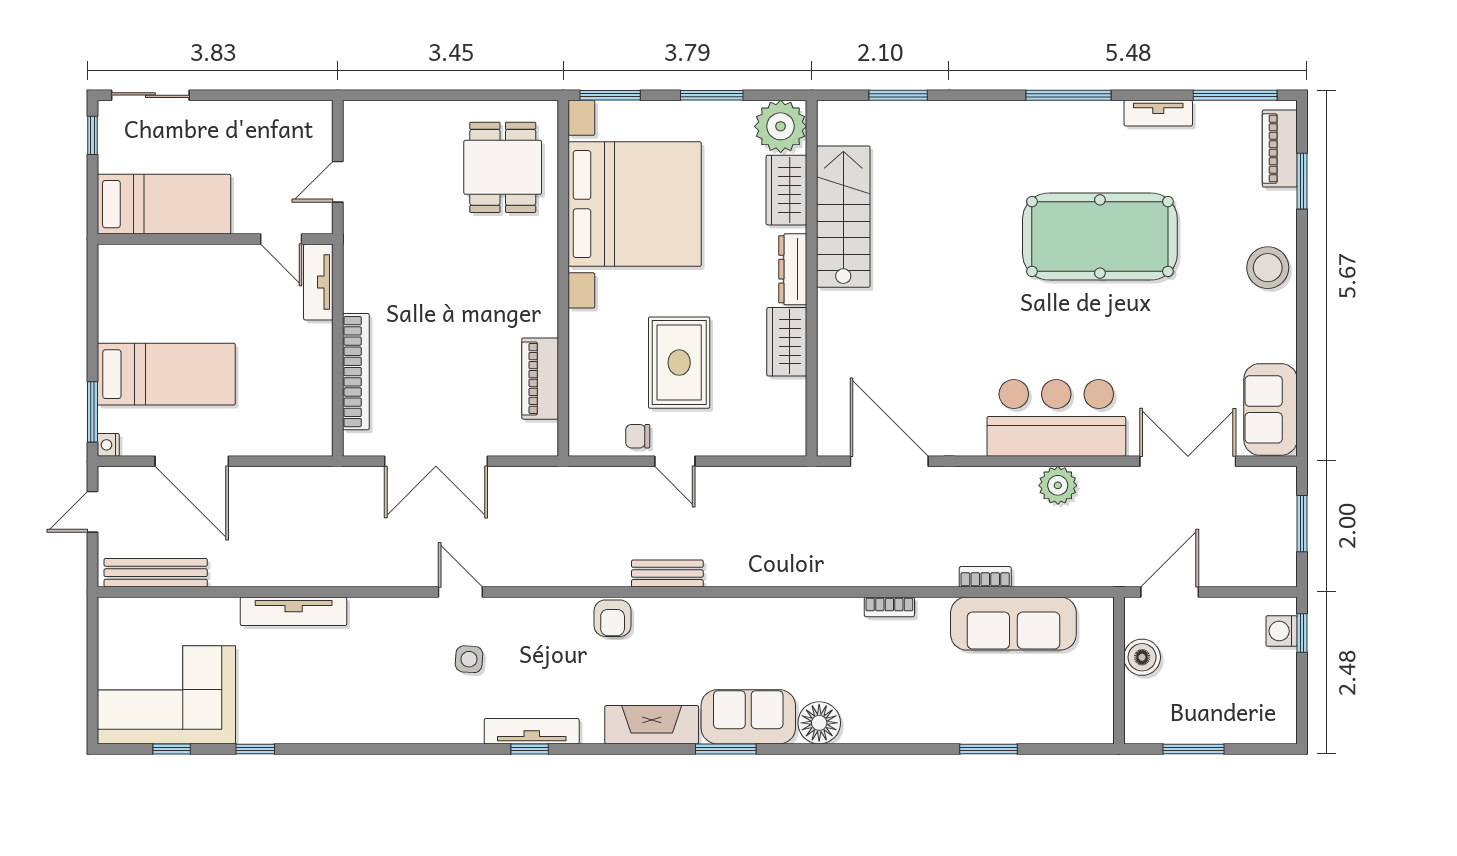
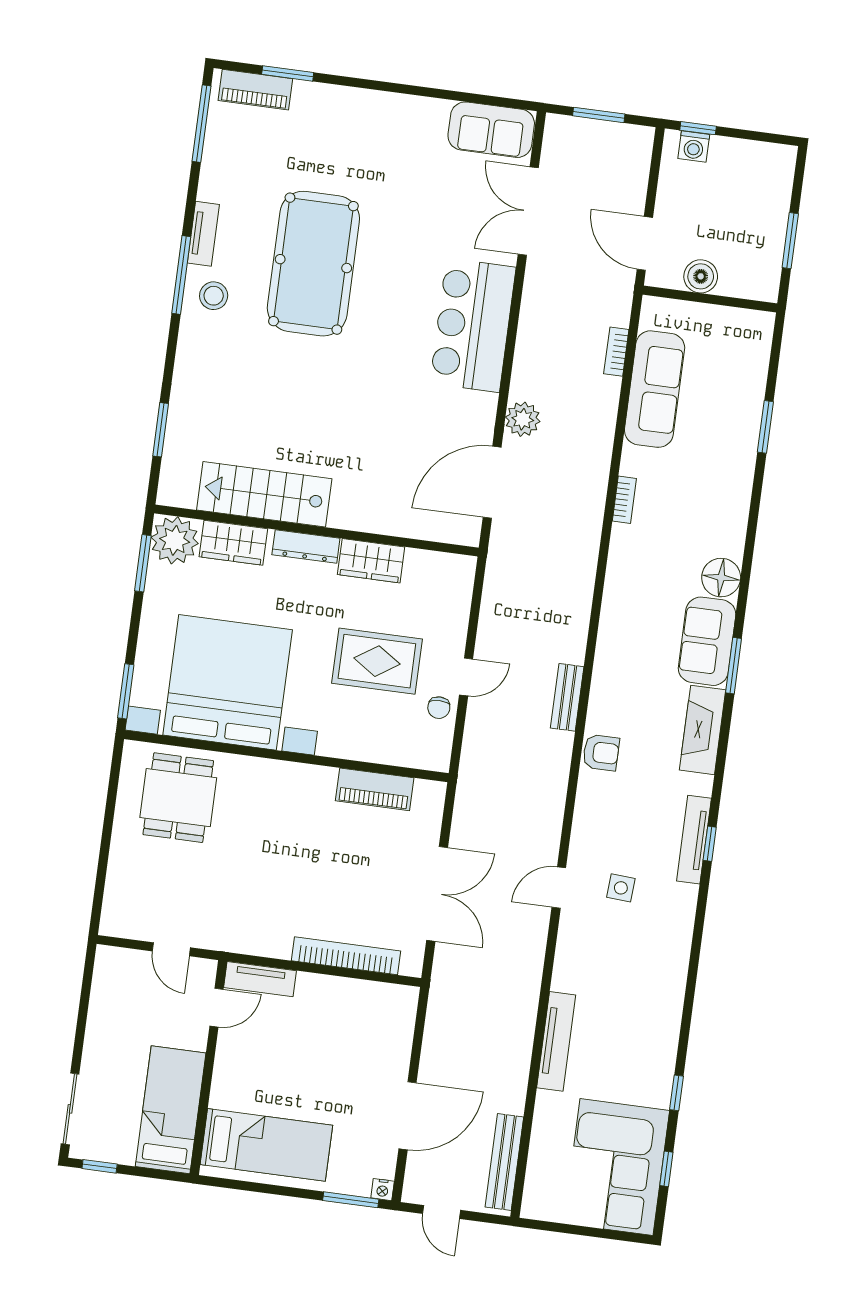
window: (712, 95) -> (143, 563), moved
tv unit: (1158, 113) -> (203, 234), moved
dining table: (503, 167) -> (178, 798), turned 90
stool: (1268, 268) -> (214, 296), moved, width x0.73, depth x0.73
bed: (166, 374) -> (266, 1145), moved, turned 90
plant: (1058, 485) -> (523, 419), moved
bookcase: (985, 577) -> (616, 352), moved

